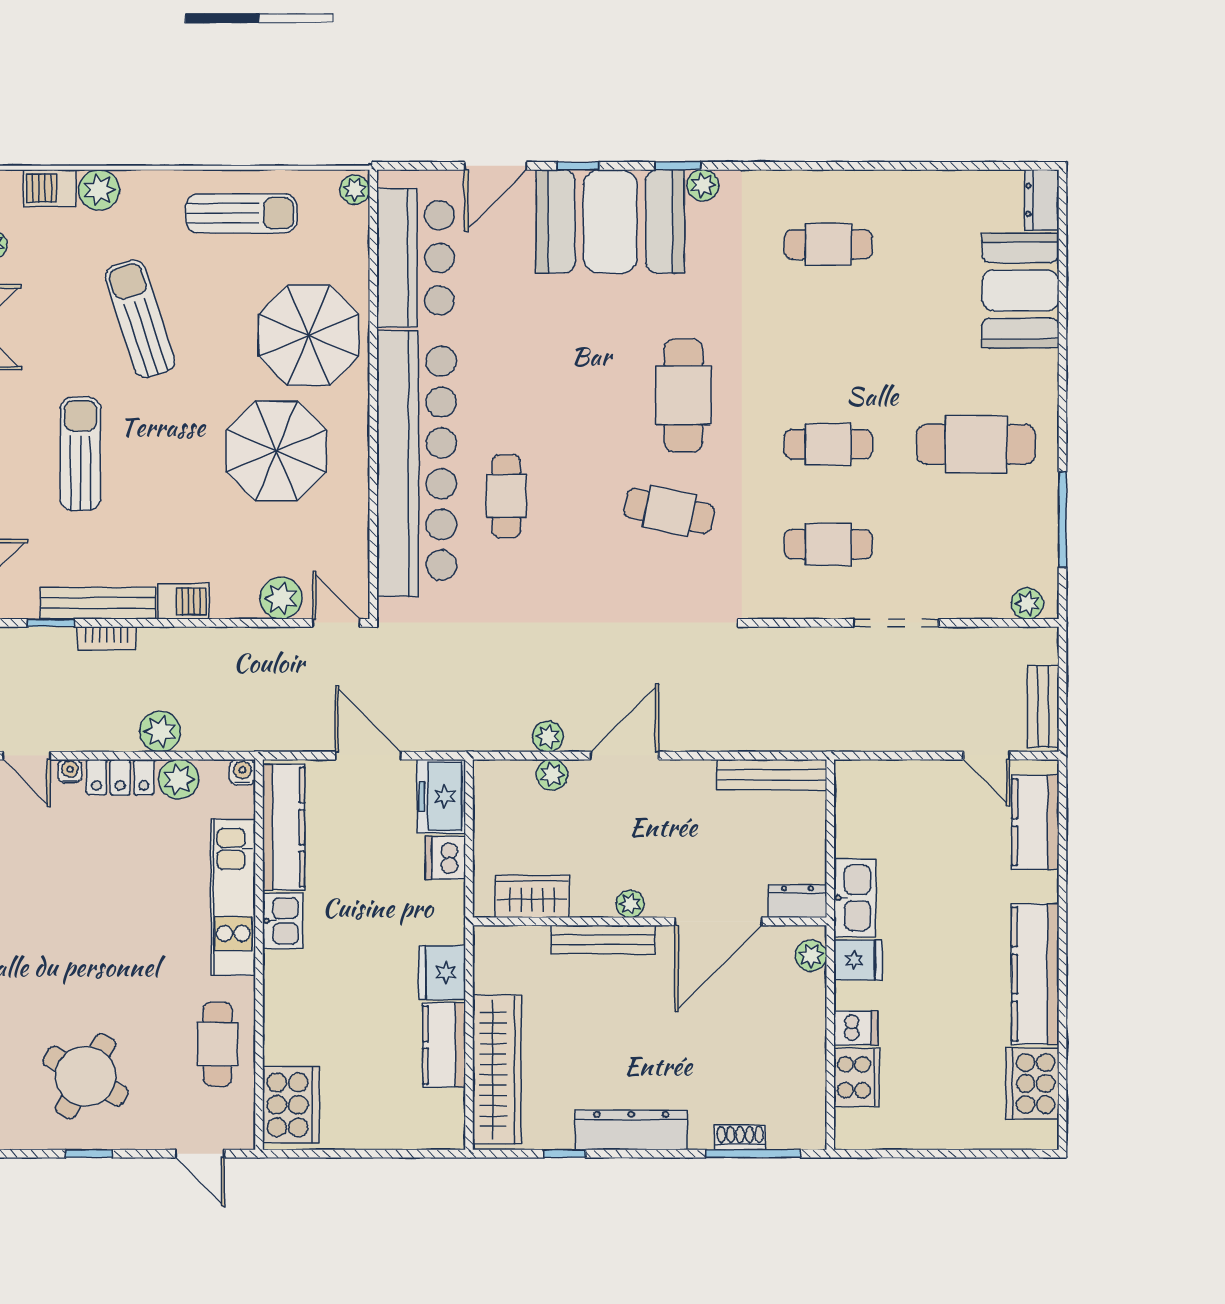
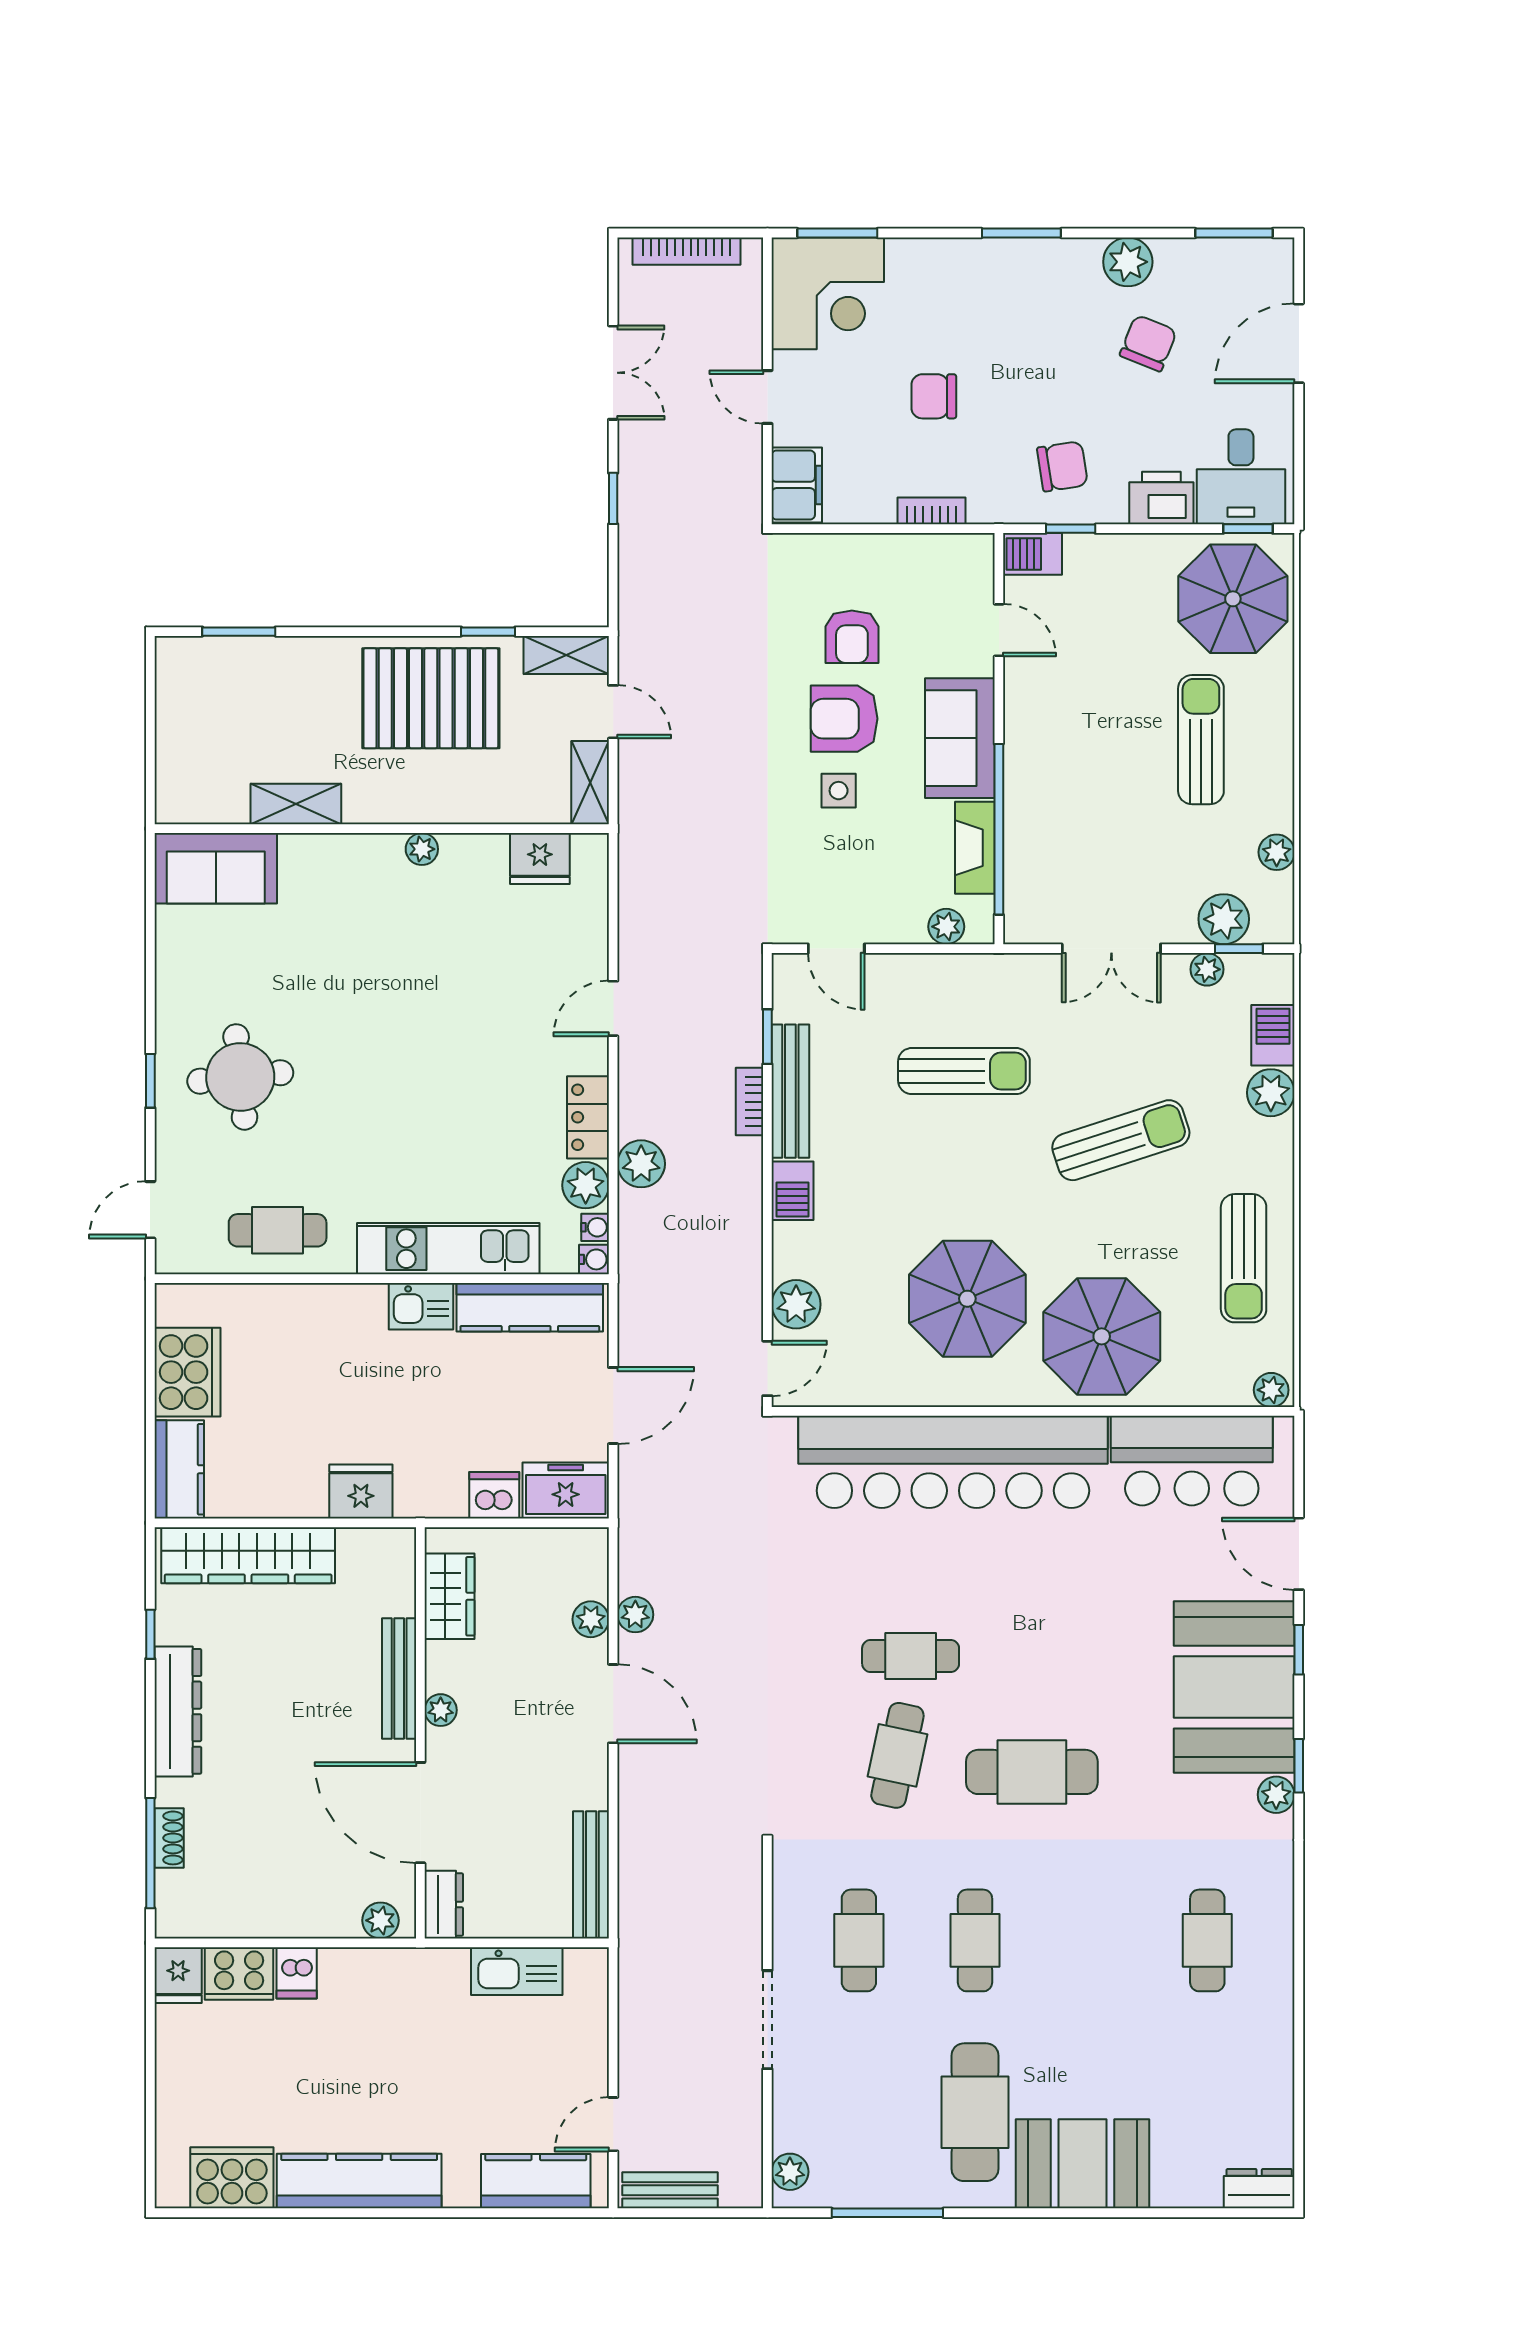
booth: (1020, 290) -> (1082, 2164), moved
cafe table: (506, 496) -> (911, 1656), moved
water cooler: (70, 771) -> (595, 1227), moved
kitchen sink: (855, 898) -> (517, 1971), moved
fridge: (858, 960) -> (178, 1975), moved
kitchen counter: (444, 1045) -> (179, 1469), moved, turned 90
round table: (86, 1076) -> (240, 1077), turned -36
cooker: (291, 1105) -> (187, 1372), moved, turned -90

